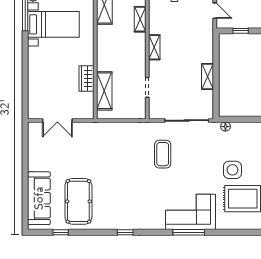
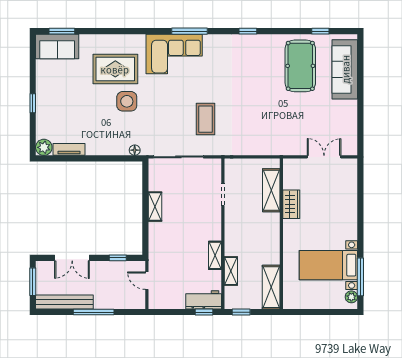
shelving: (154, 47) -> (215, 255), moved
window: (189, 232) -> (190, 31), moved

